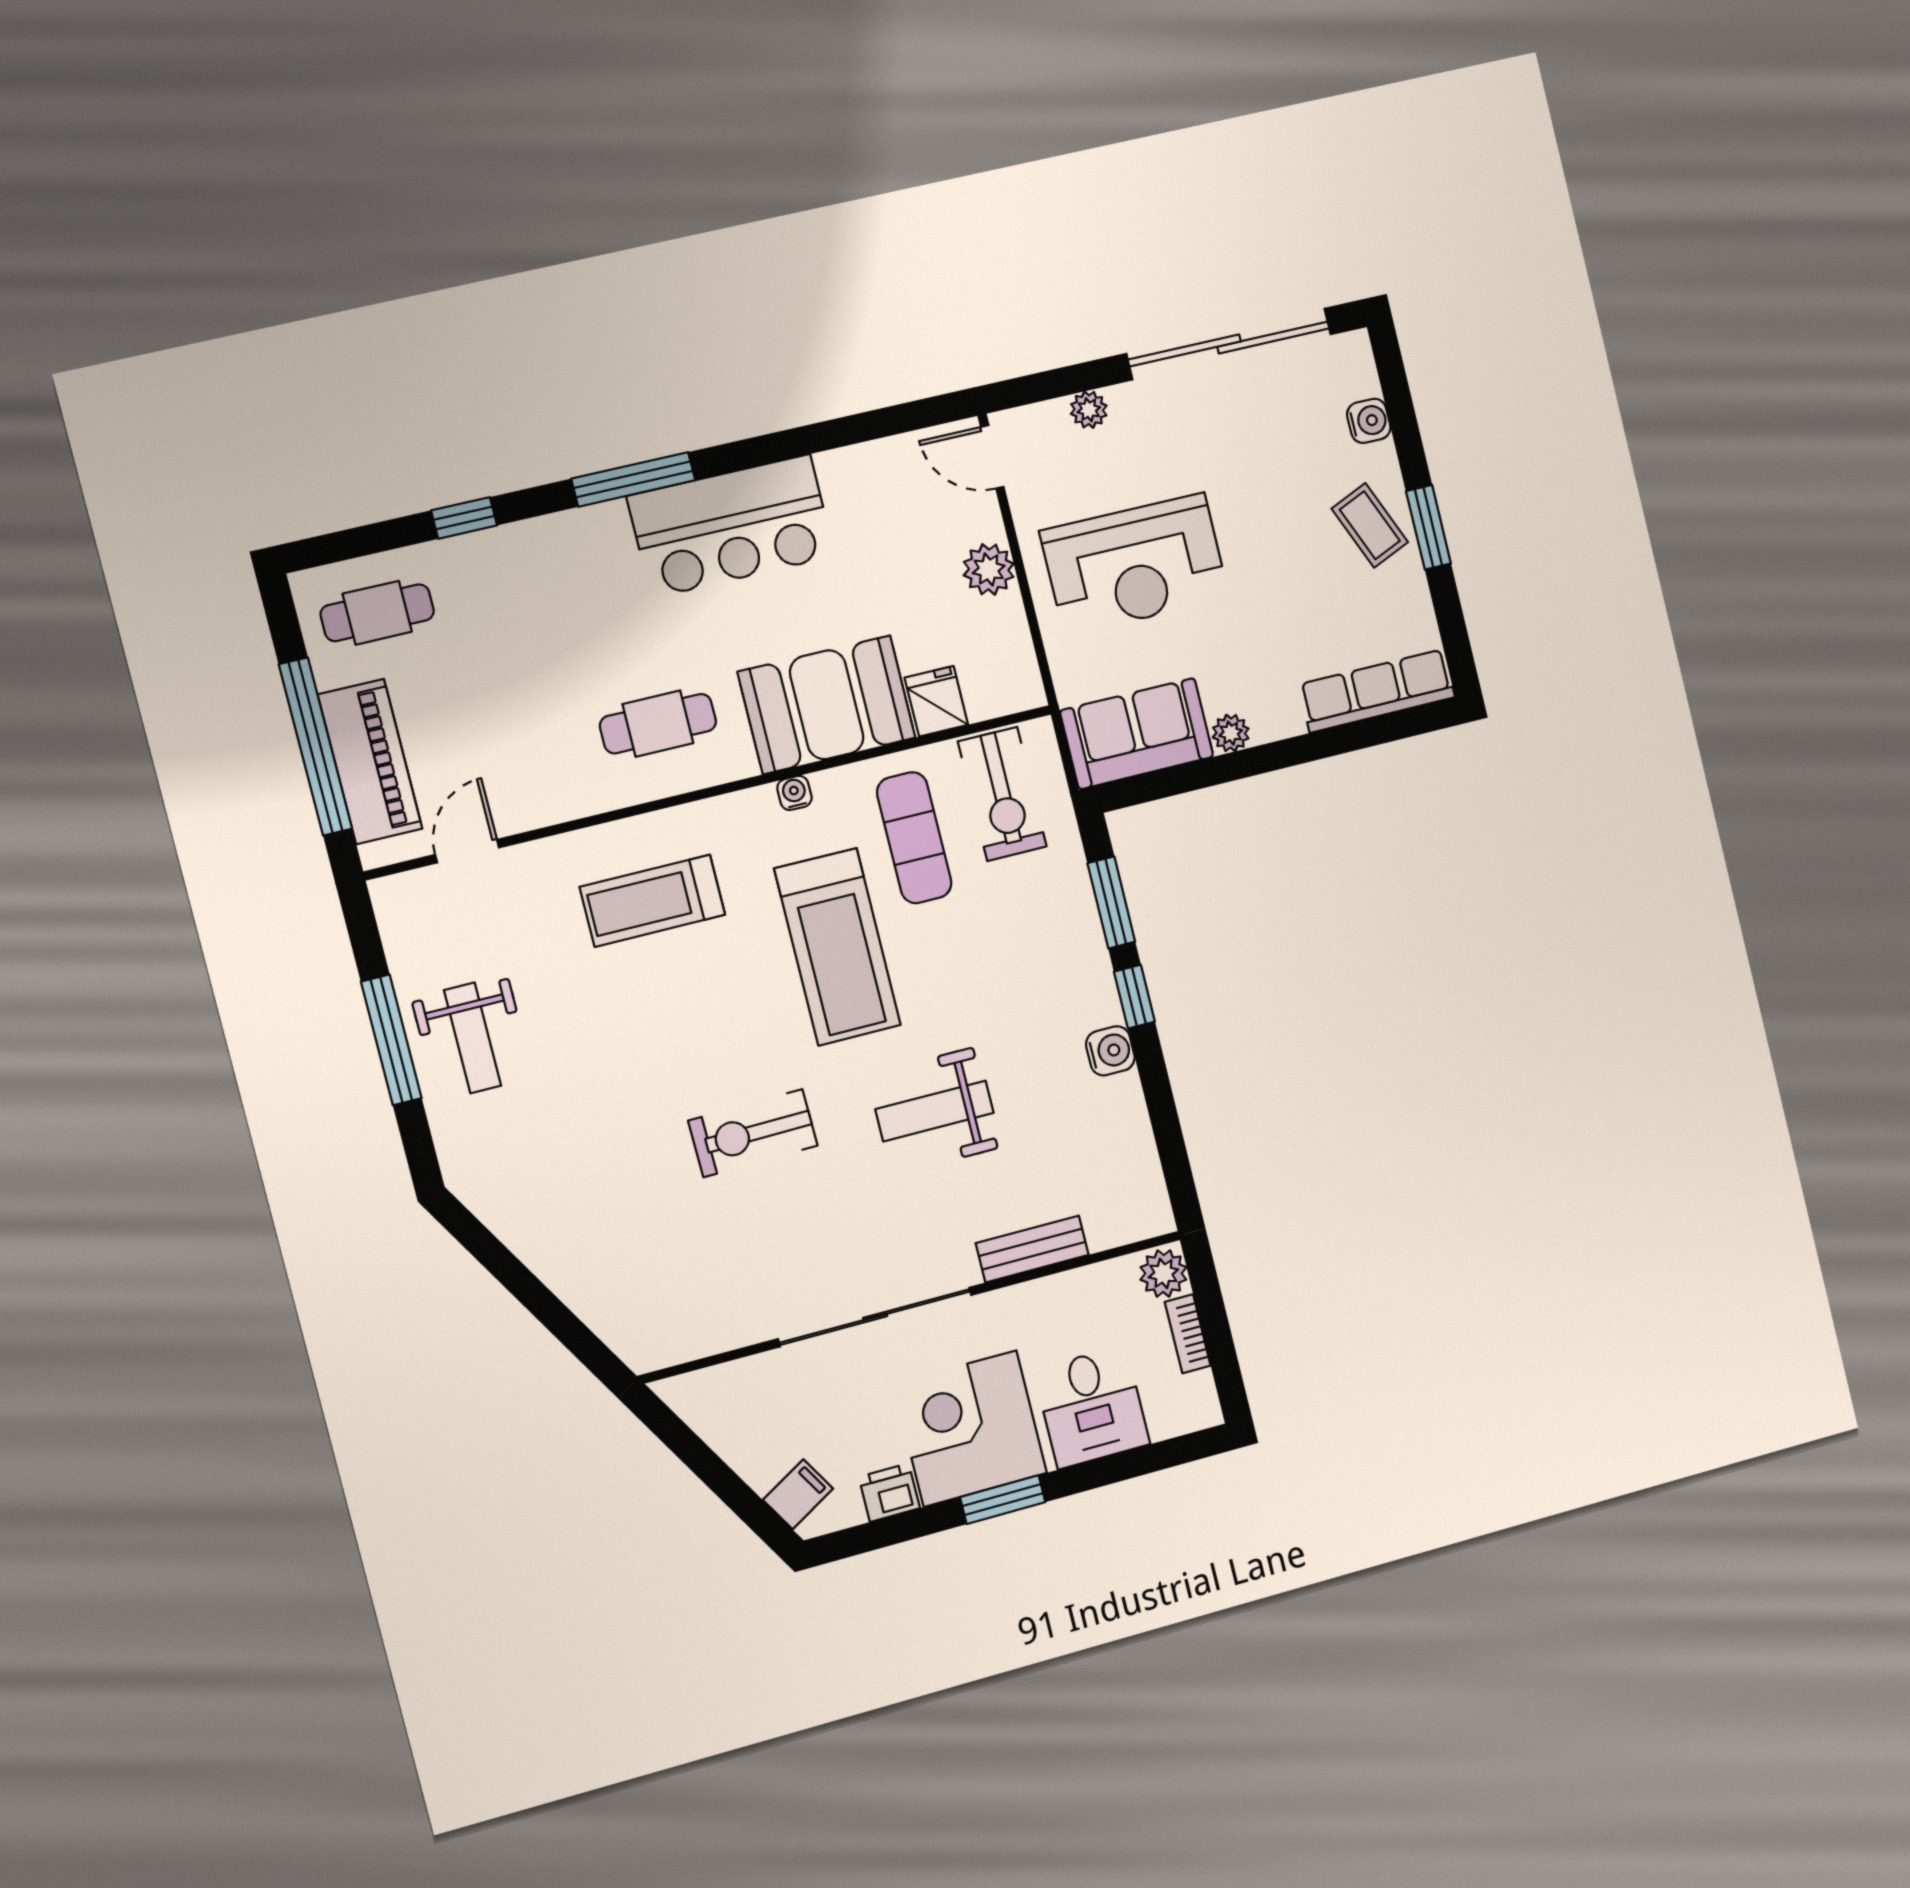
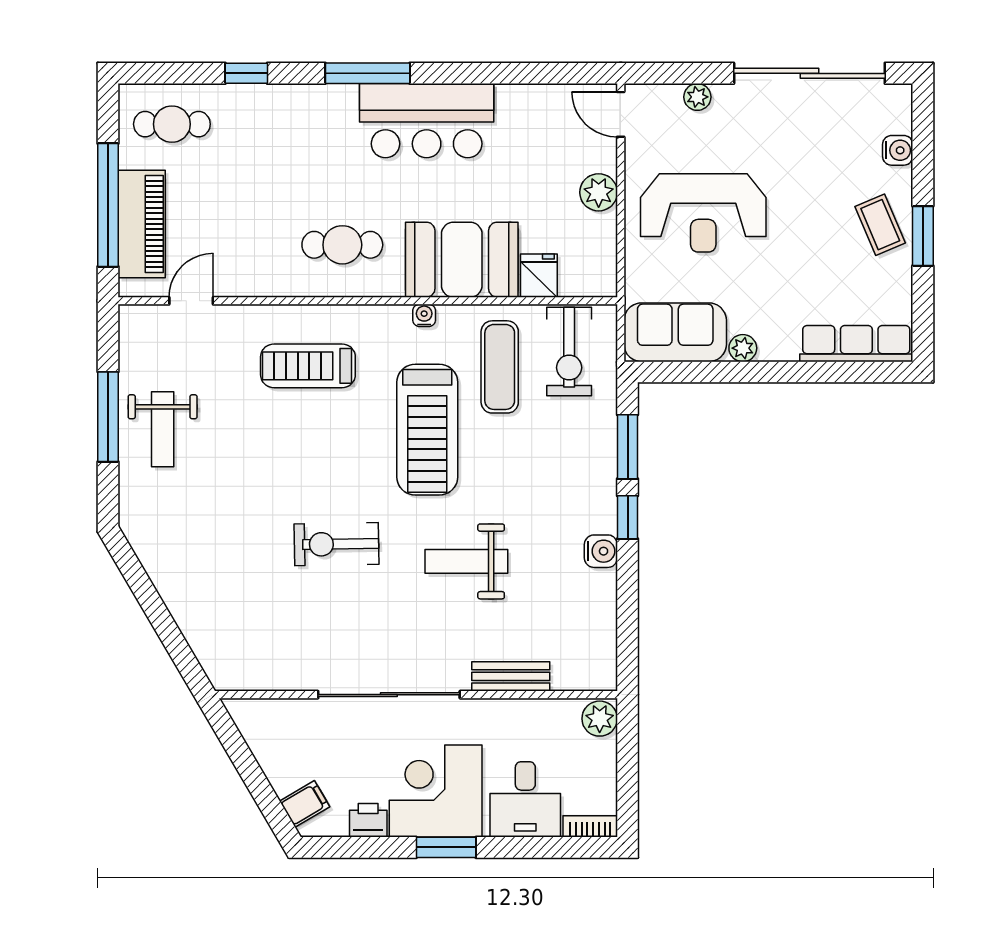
bookcase: (1188, 1334) -> (590, 826), moved, turned 90

